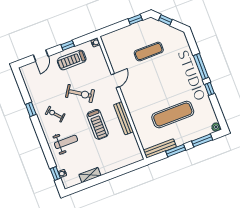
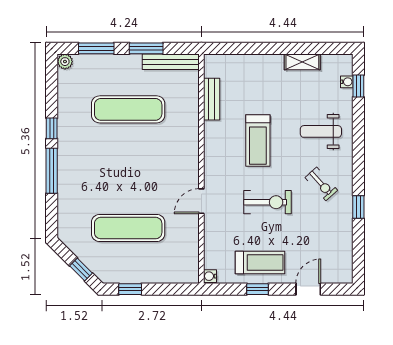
exercise mat: (149, 52) -> (128, 228), width x1.36, depth x1.45
exercise bike: (80, 94) -> (268, 202), turned 147
bench: (123, 118) -> (212, 99), moved, width x0.73
treadmill: (98, 124) -> (258, 140), turned 180

